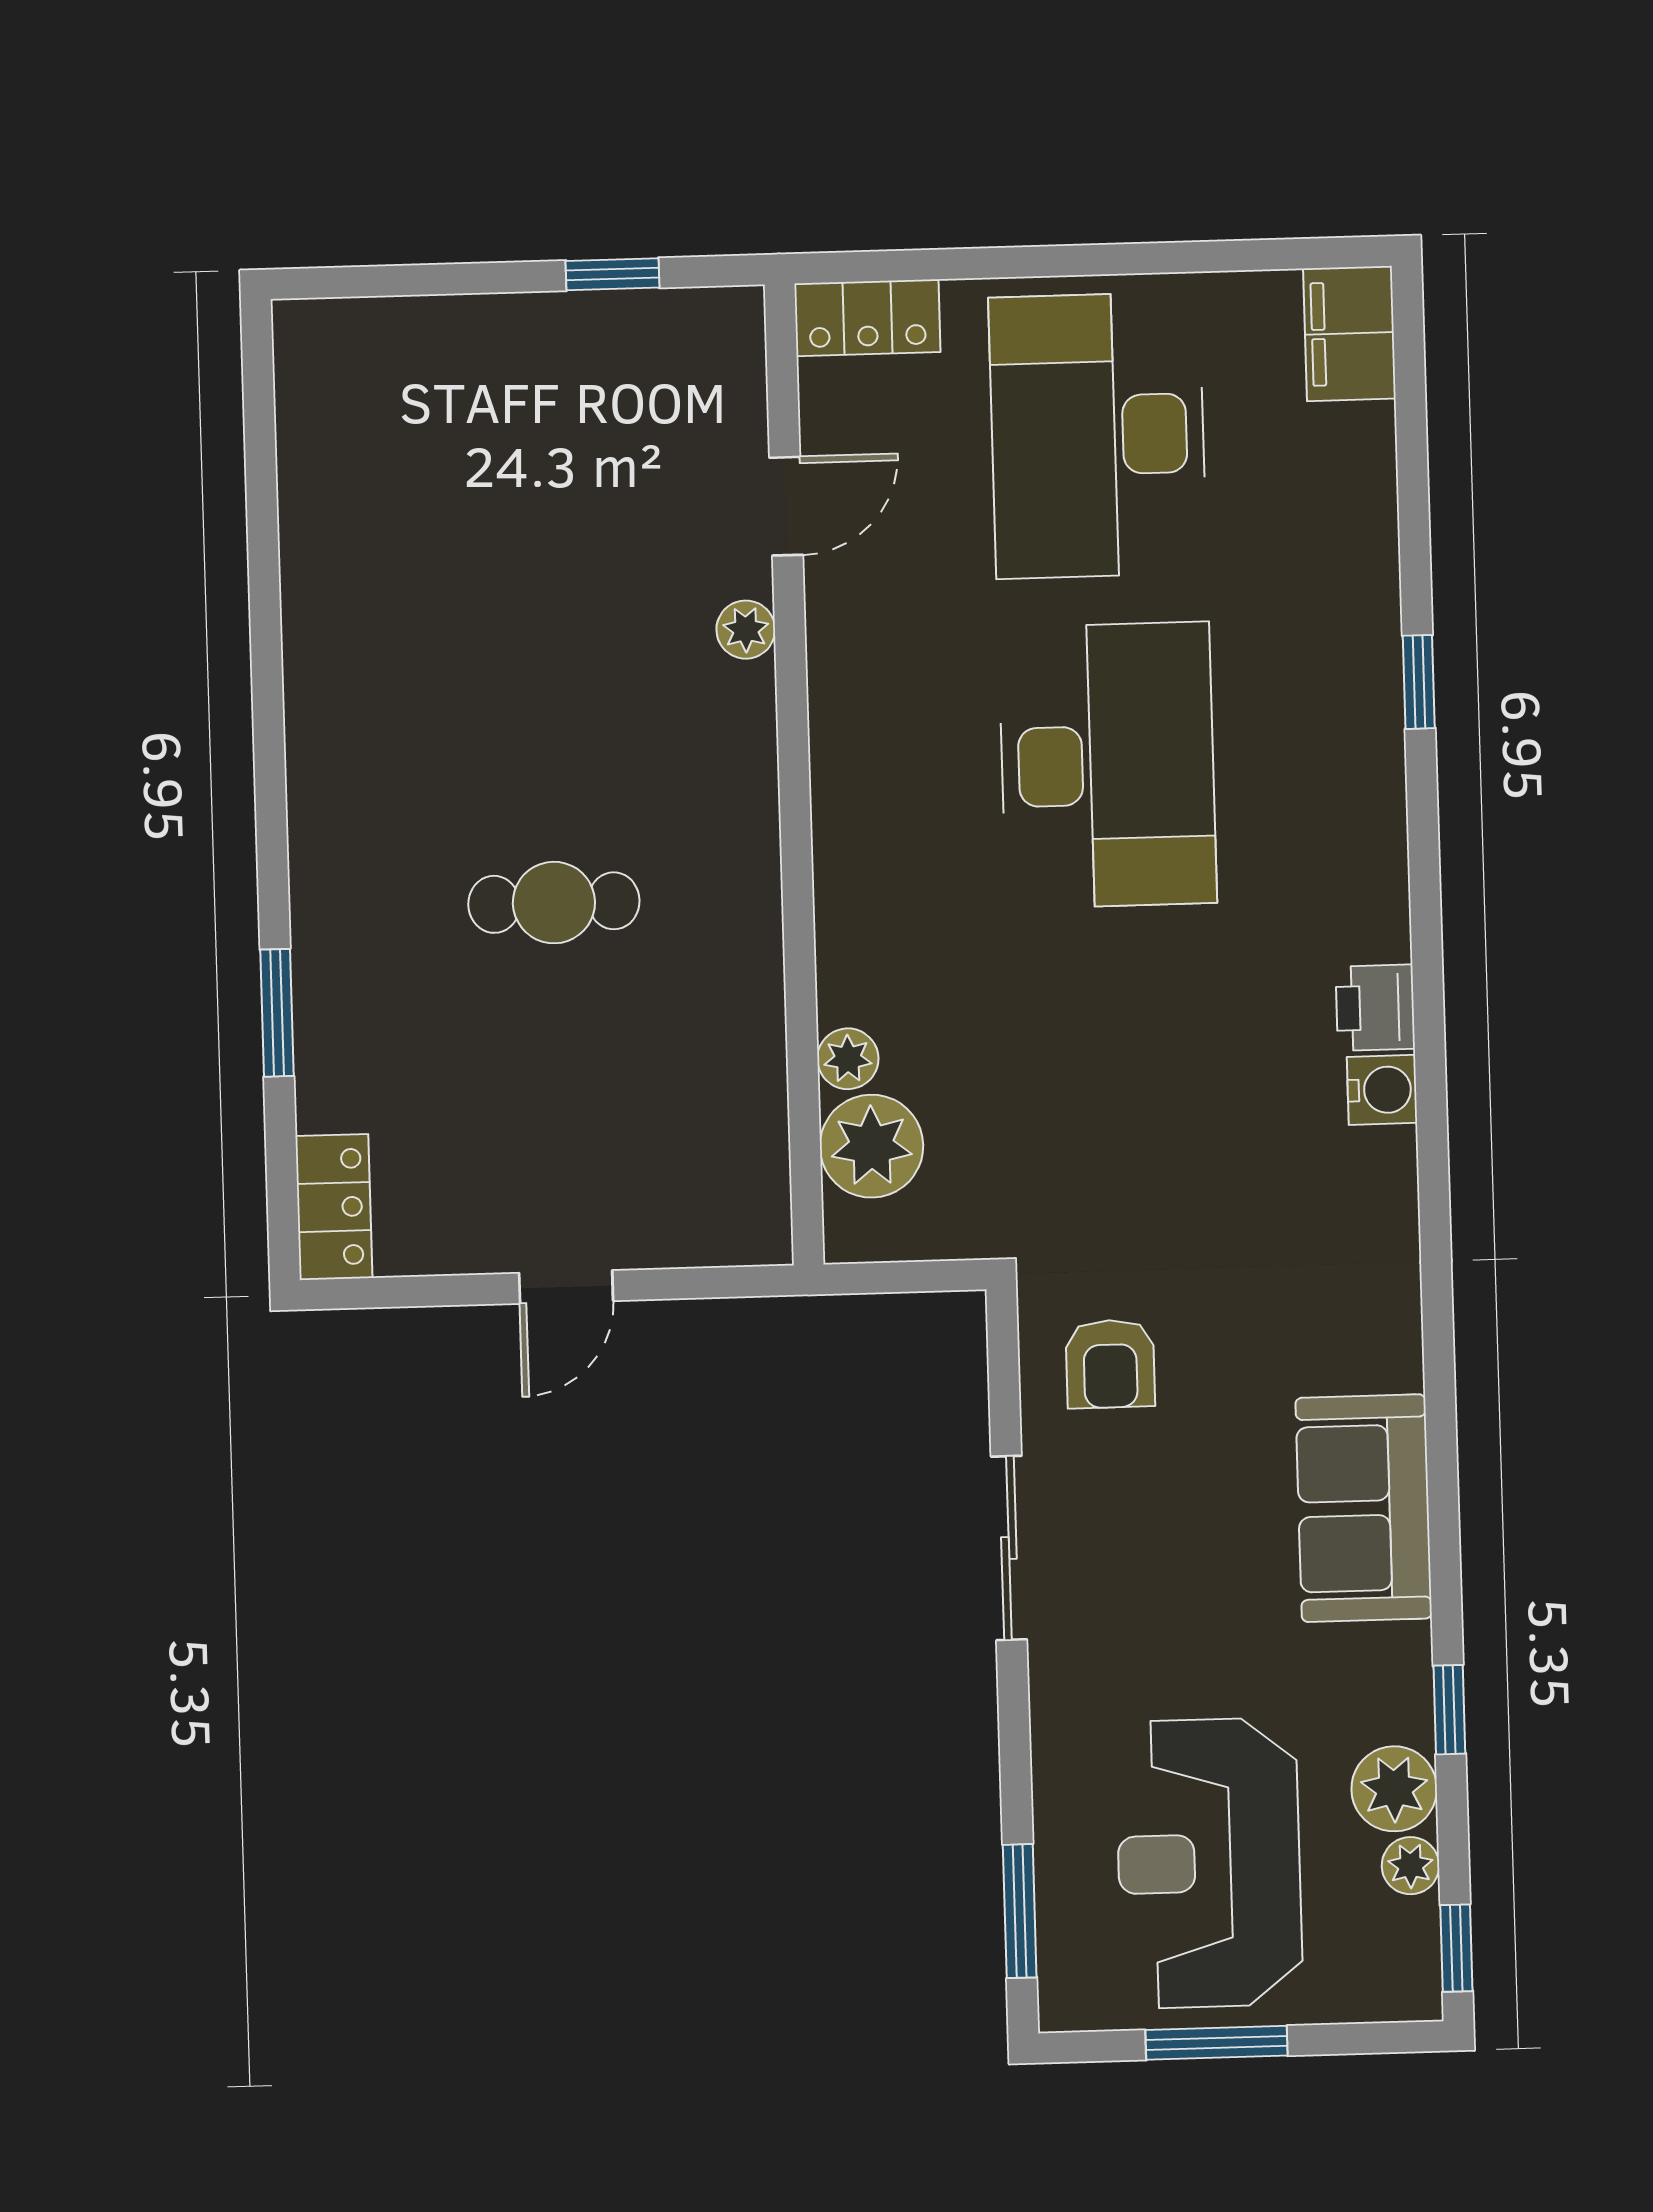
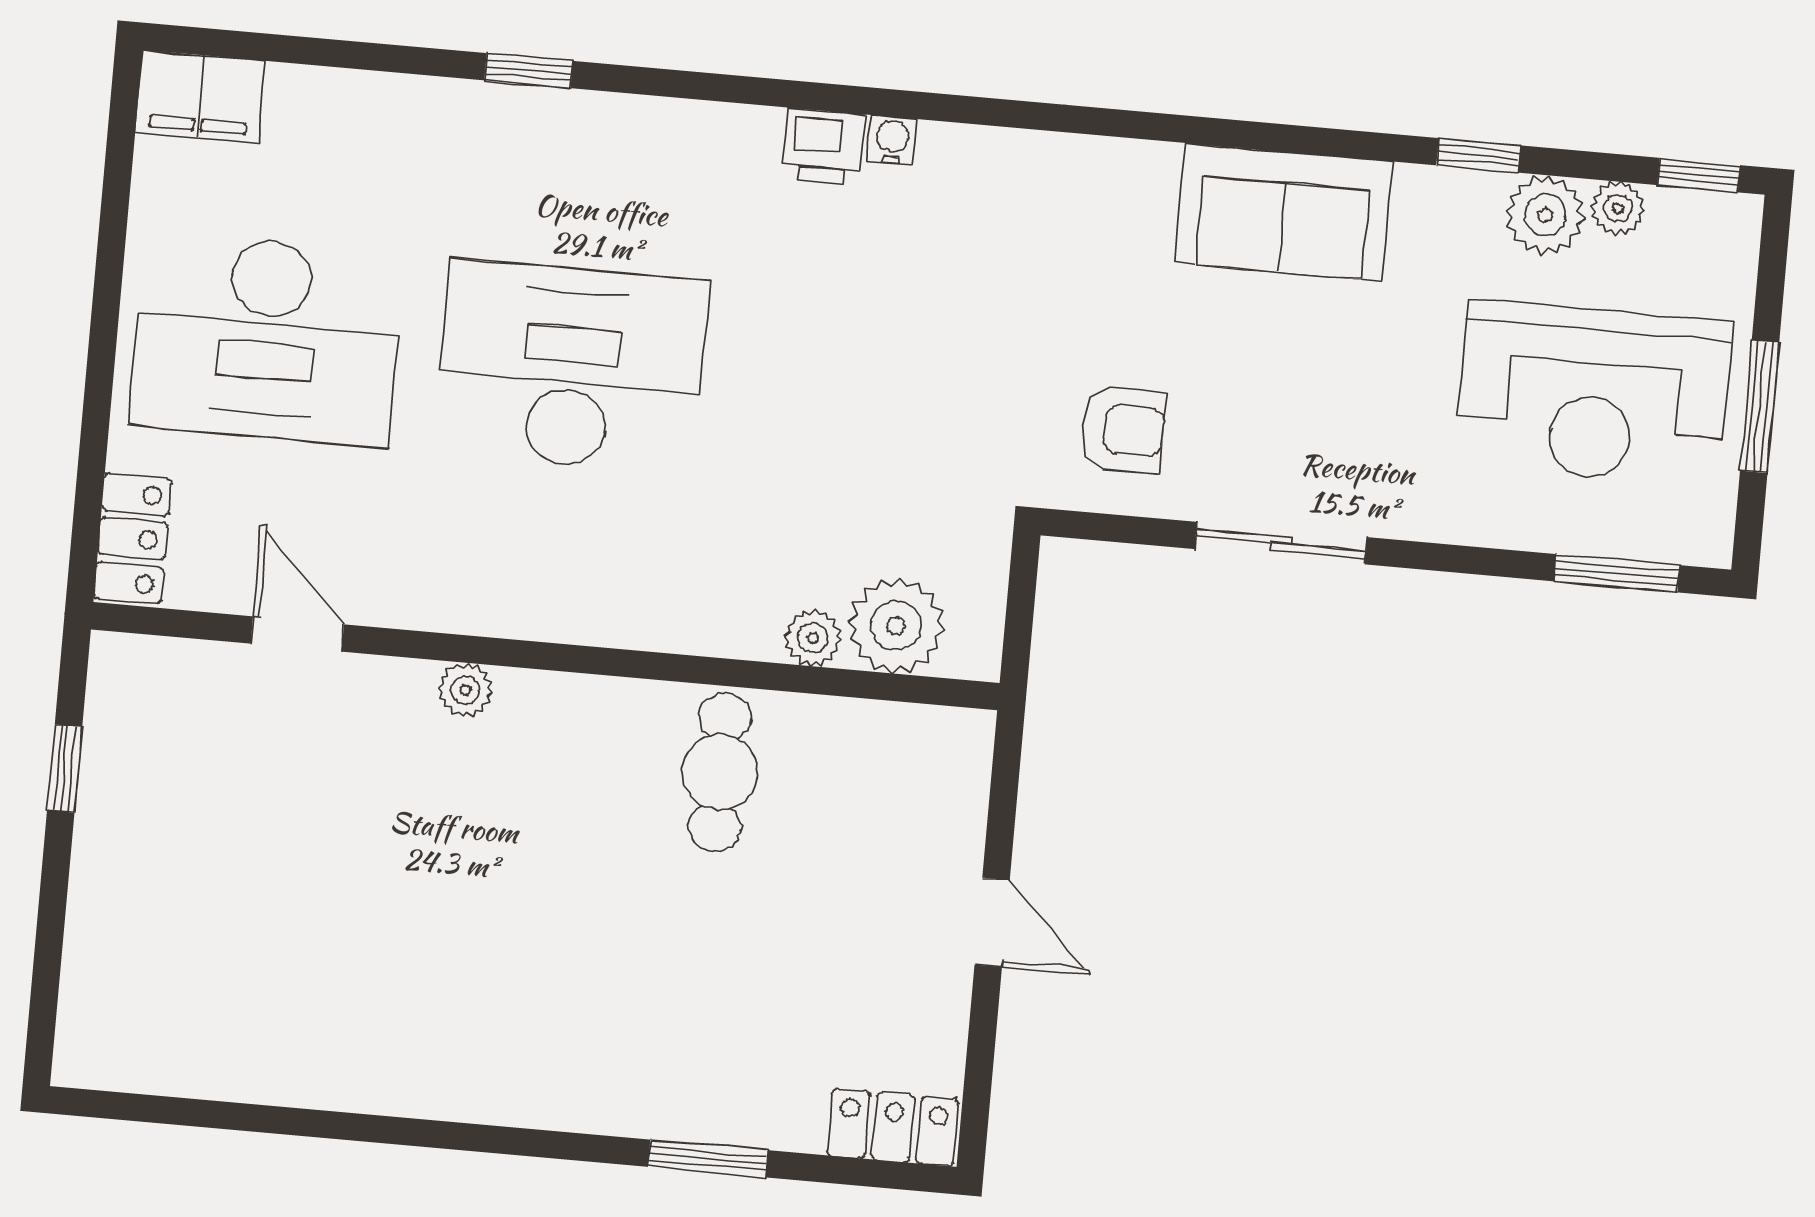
plant: (746, 630) -> (465, 690), moved
cafe table: (554, 903) -> (720, 772), moved
water cooler: (1382, 1090) -> (892, 140), width x0.72, depth x0.72

